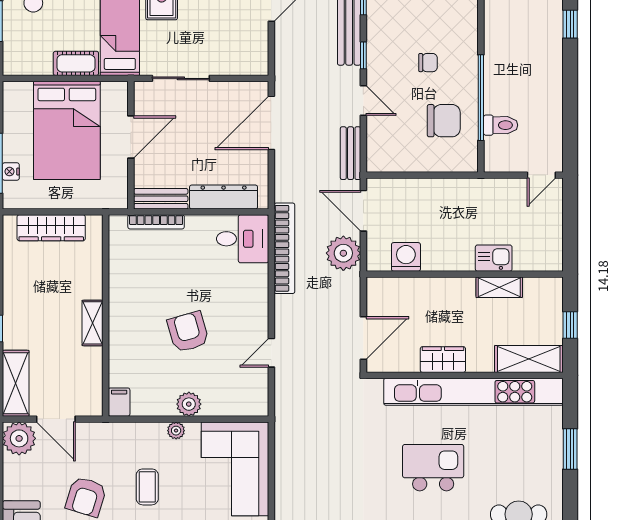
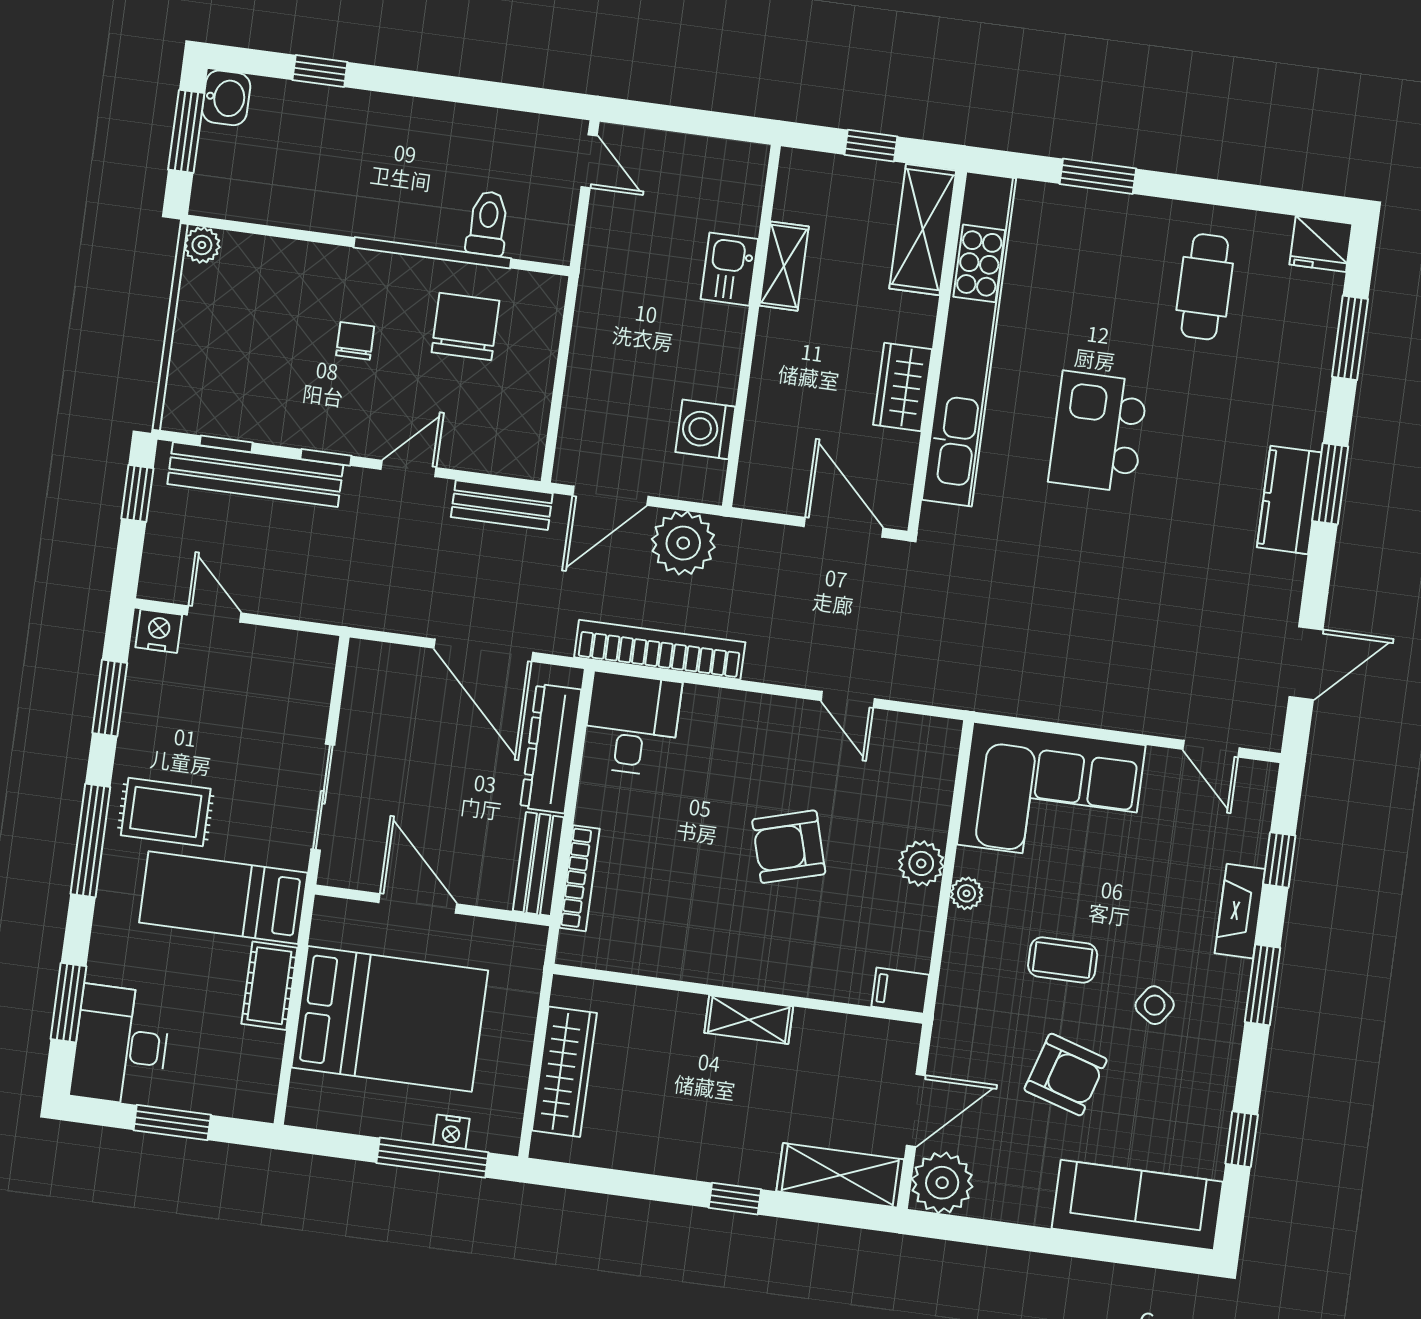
door: (271, 123) -> (483, 650), moved

